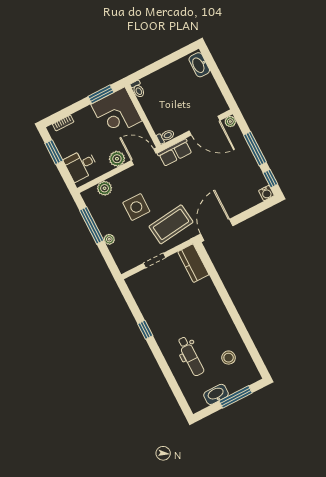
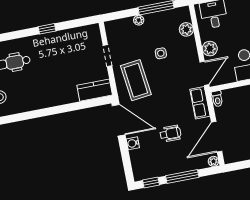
wheelchair: (215, 173) -> (170, 134), added
water cooler: (266, 193) -> (133, 143), moved
side table: (136, 207) -> (161, 53), width x0.54, depth x0.54

